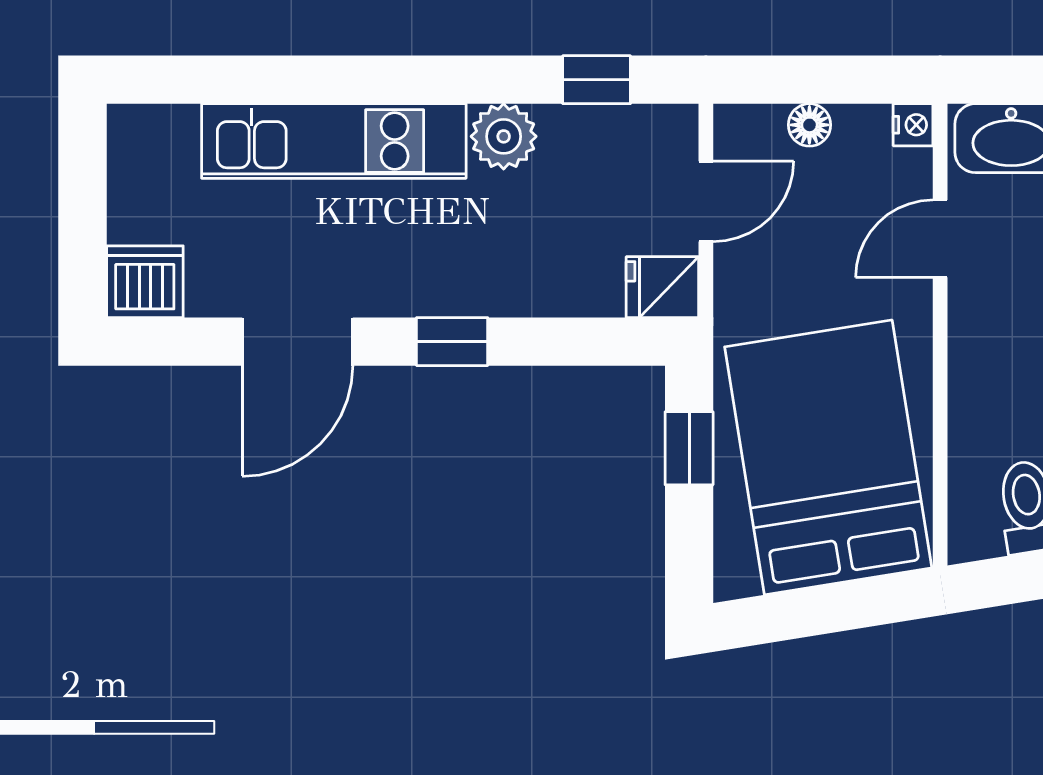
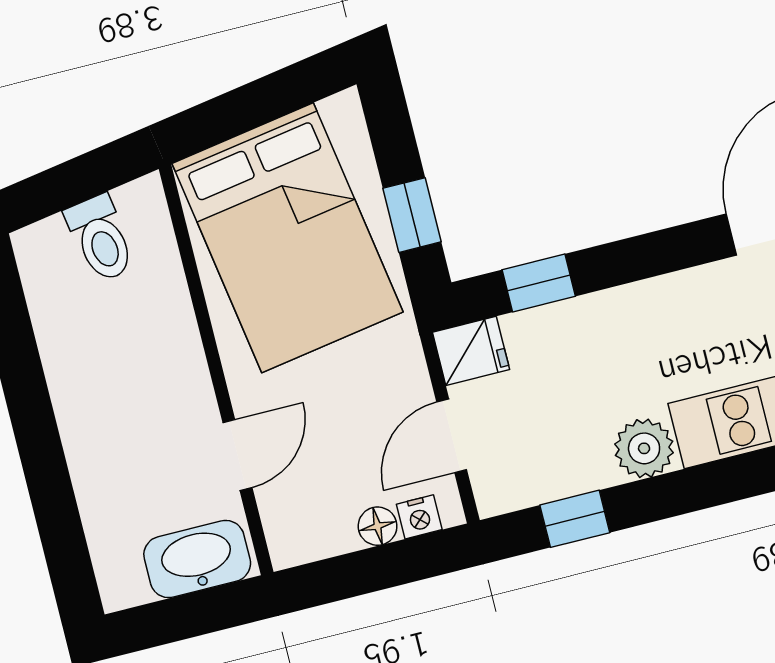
nightstand: (913, 125) -> (419, 517), moved, turned -90
window: (452, 342) -> (539, 283), moved

